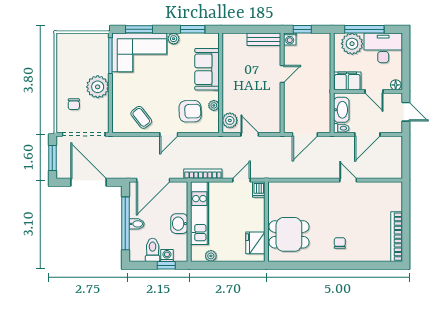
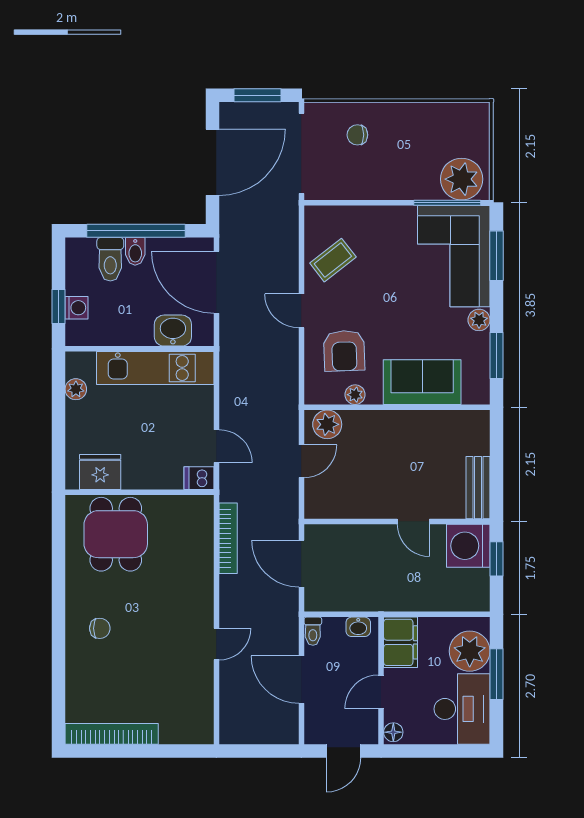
window: (364, 29) -> (497, 674), width x0.69
washing machine: (290, 39) -> (468, 546), width x1.89, depth x1.89
plant: (98, 87) -> (462, 179), moved
washbasin: (341, 110) -> (358, 627), width x0.52, depth x0.69
bookcase: (203, 174) -> (228, 538), moved
washbasin: (179, 224) -> (173, 331), moved
toilet: (153, 250) -> (110, 259), moved, turned 90

